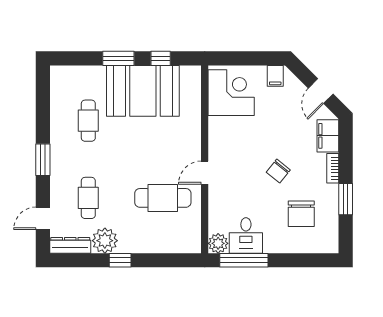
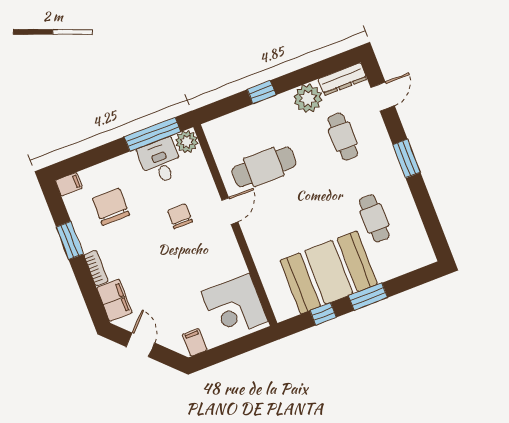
chair: (278, 171) -> (180, 216), moved, turned -39
filing cabinet: (329, 246) -> (69, 184), added
window: (120, 260) -> (262, 92), moved

